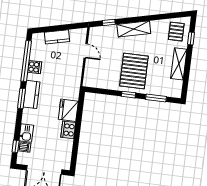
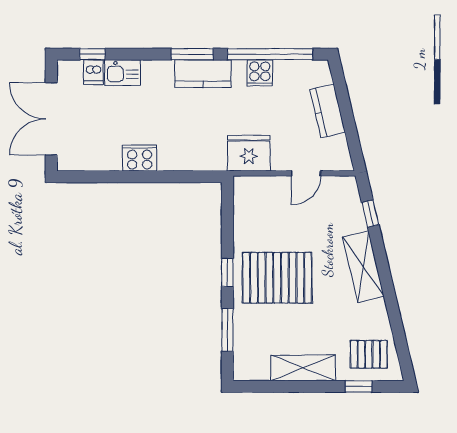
fridge: (68, 110) -> (249, 153), moved

